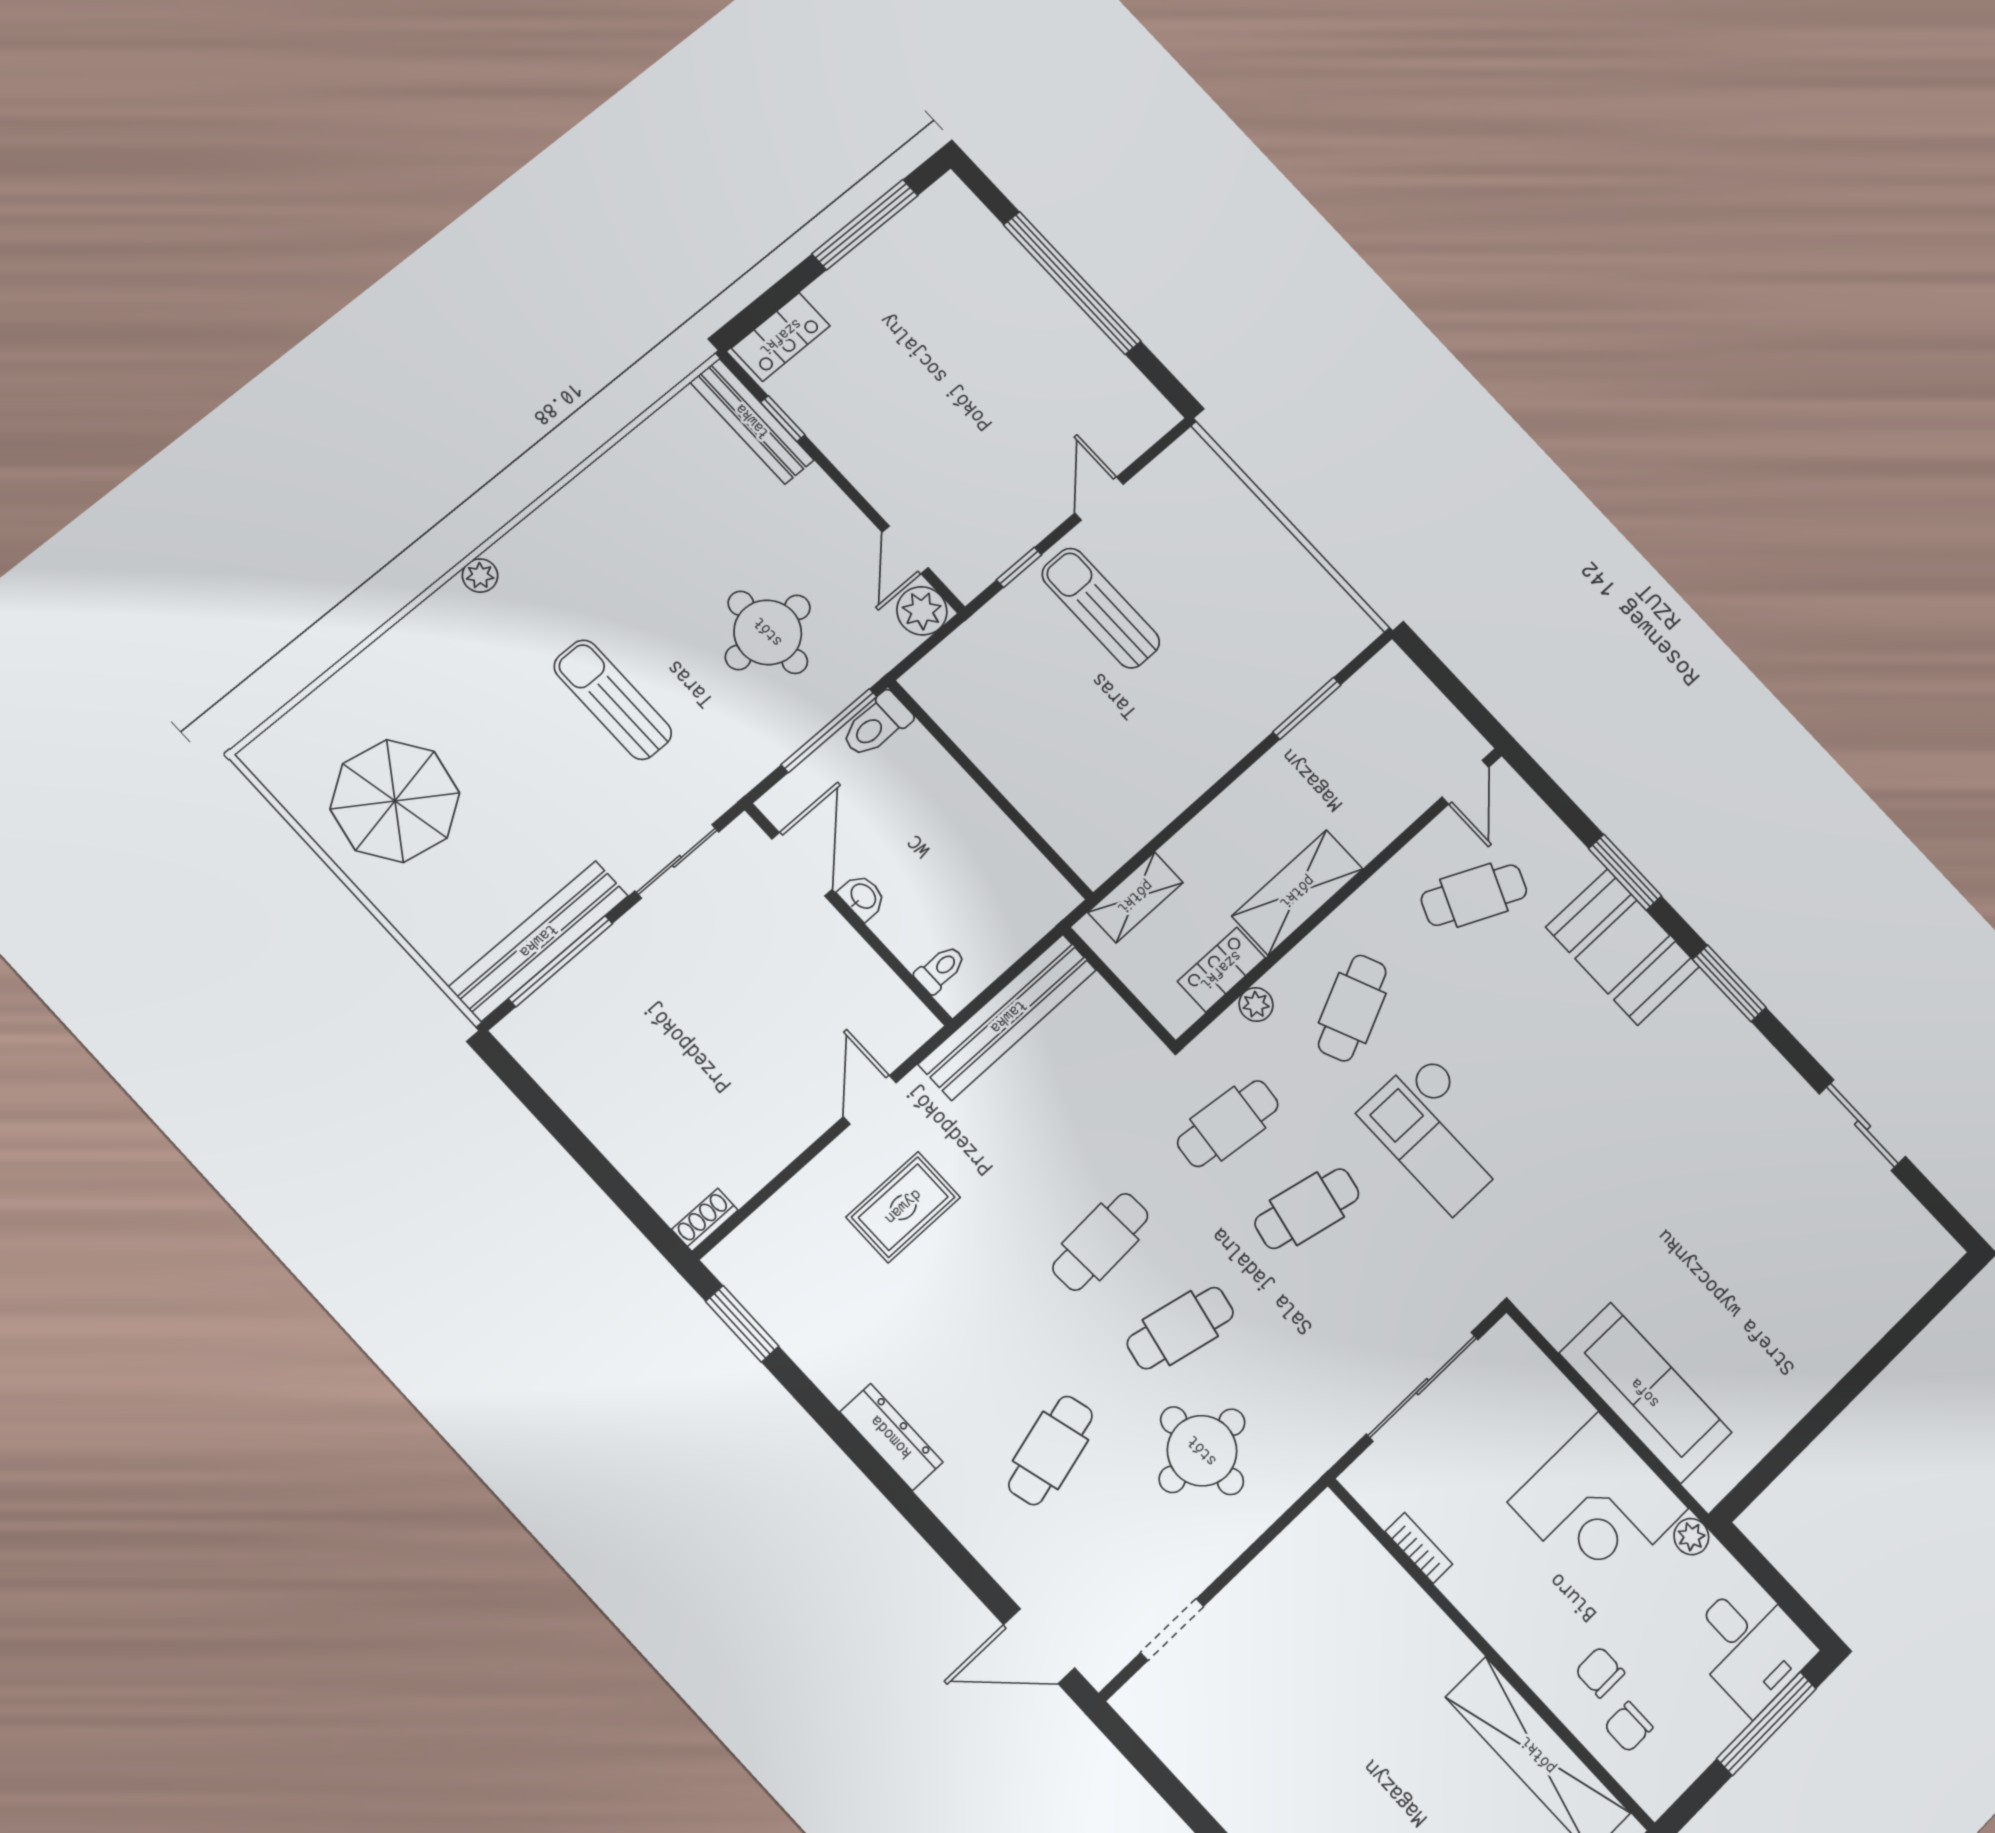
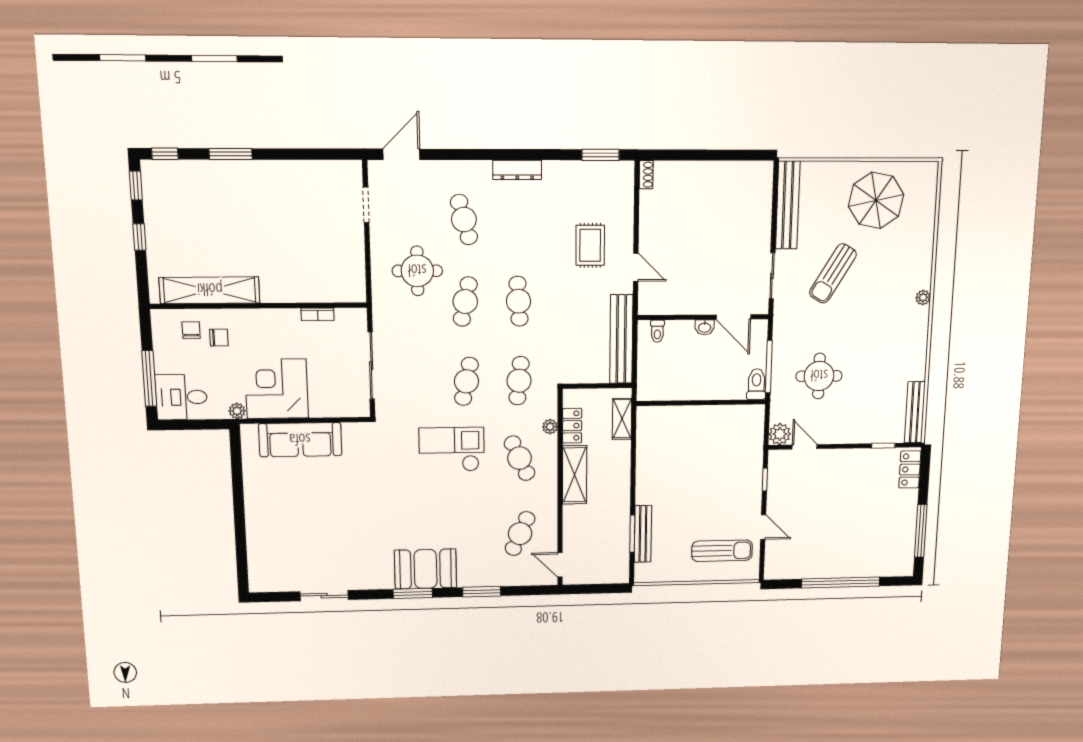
bench: (752, 421) -> (915, 412), moved, turned 90
sun lounger: (1101, 608) -> (722, 551), moved
bench: (1291, 690) -> (643, 534), added
sun lounger: (613, 700) -> (833, 273), moved, turned 121
booth: (1622, 947) -> (426, 569), moved
window: (561, 961) -> (775, 206), removed

